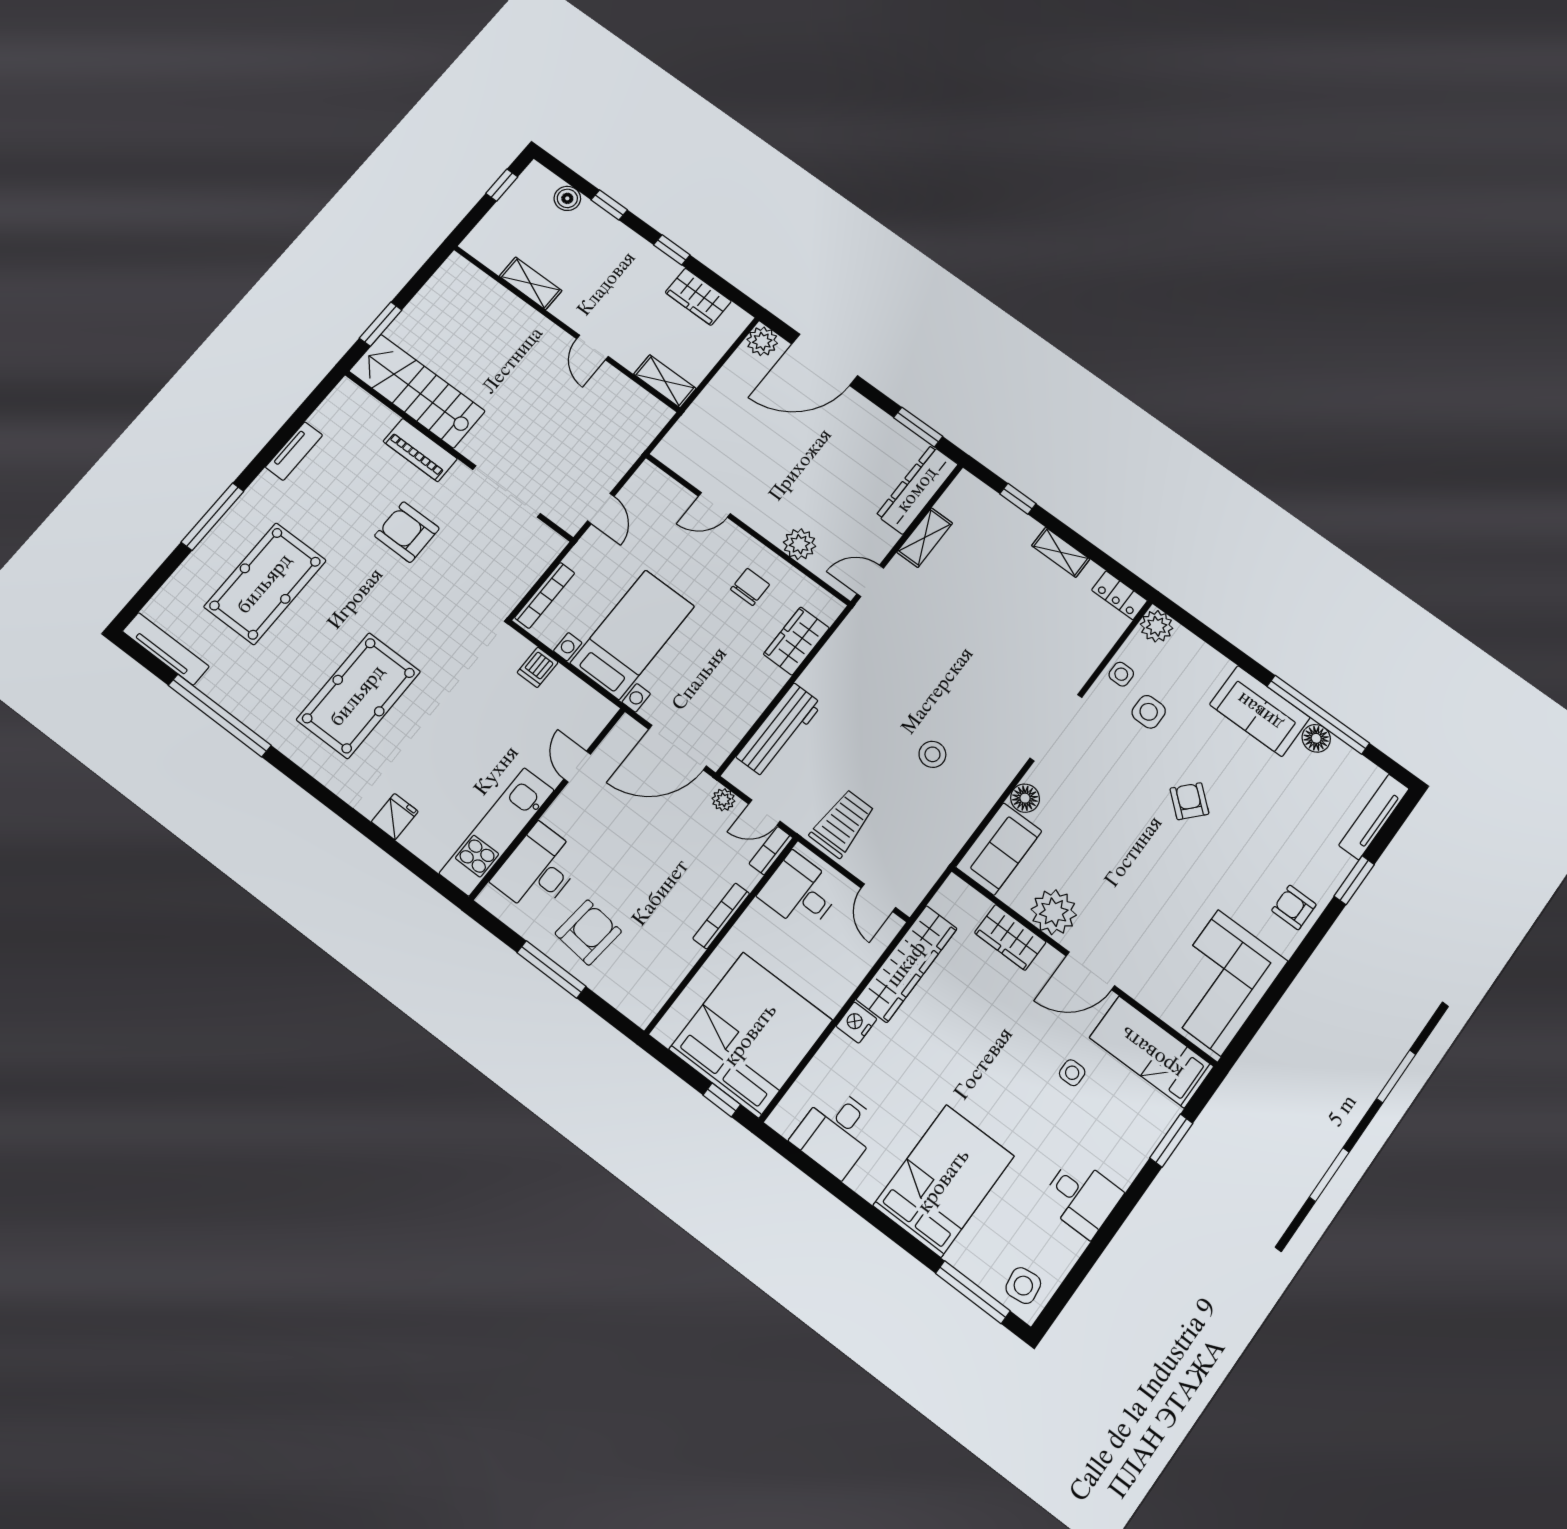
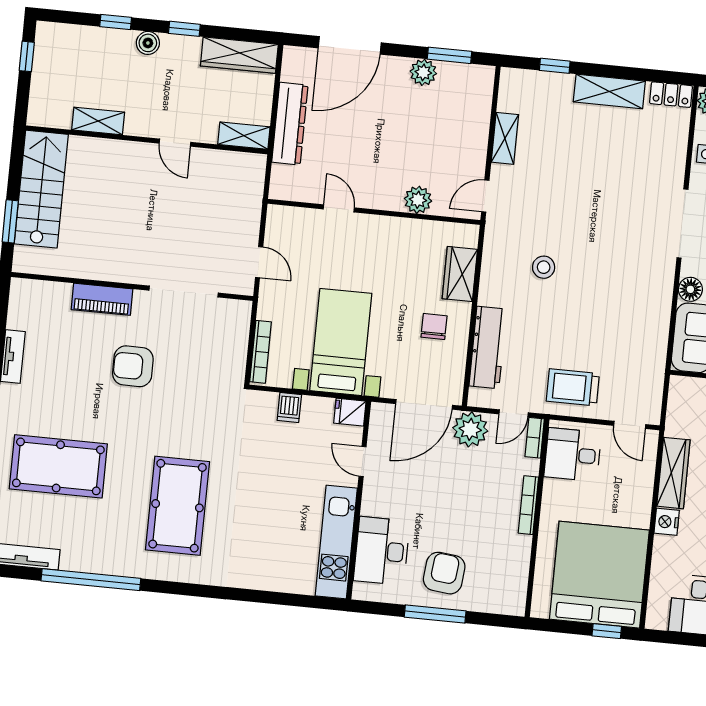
boiler: (567, 198) -> (148, 43), moved
wardrobe: (698, 297) -> (239, 55), width x1.50
plant: (762, 341) -> (423, 72), moved
stairs: (417, 391) -> (41, 189), moved, turned 90
dresser: (917, 490) -> (290, 124), moved, turned 180
door: (714, 505) -> (339, 208), swing flipped
shelving: (1061, 552) -> (609, 91), width x1.50, depth x1.33
pool table: (265, 584) -> (58, 466), turned 90
chair: (750, 587) -> (434, 327), moved
stool: (932, 754) -> (544, 267), moved
plant: (723, 800) -> (470, 429), width x1.88, depth x1.88
fridge: (395, 817) -> (350, 412), moved, turned -90
trolley: (842, 823) -> (573, 387), turned -90
wardrobe: (907, 964) -> (673, 473), width x0.71, depth x0.85

